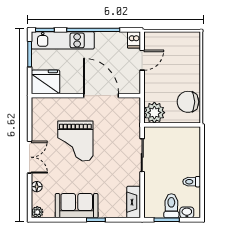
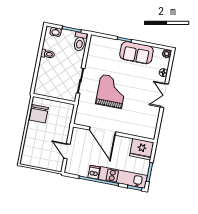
dishwasher: (134, 40) -> (94, 172), moved
door: (142, 60) -> (67, 151), hinge flipped
chair: (188, 102) -> (39, 114), turned 90
plant: (154, 113) -> (65, 111), removed
grand piano: (75, 141) -> (111, 91), moved
fireplace: (134, 202) -> (94, 47), removed
toilet: (171, 206) -> (80, 42), moved

